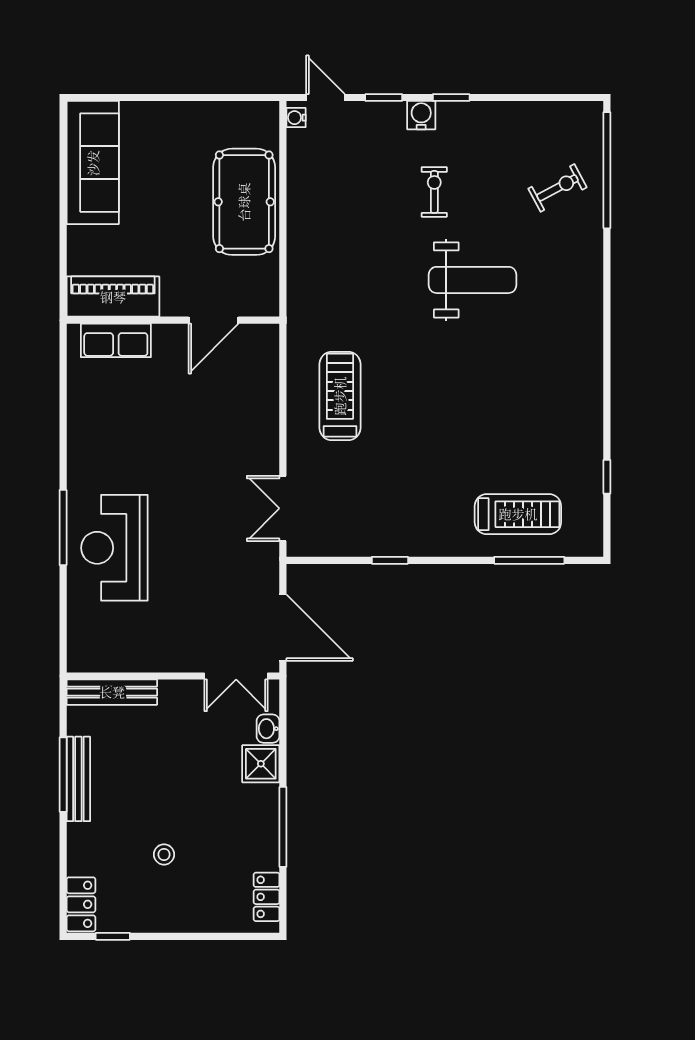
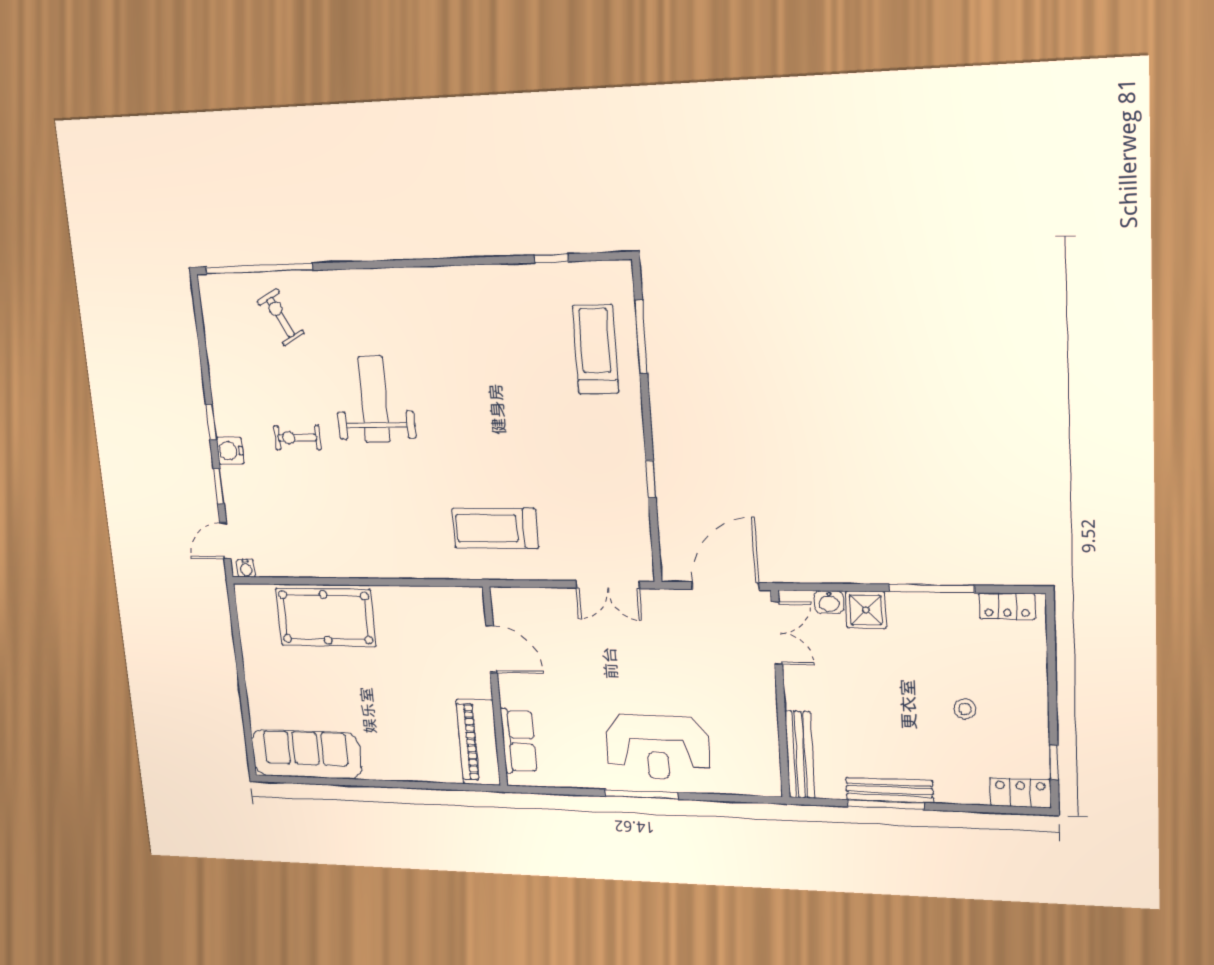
piano: (113, 297) -> (478, 742), moved
wall: (173, 320) -> (495, 687), moved
door: (214, 320) -> (492, 649), moved
row of seats: (116, 340) -> (518, 741), moved

